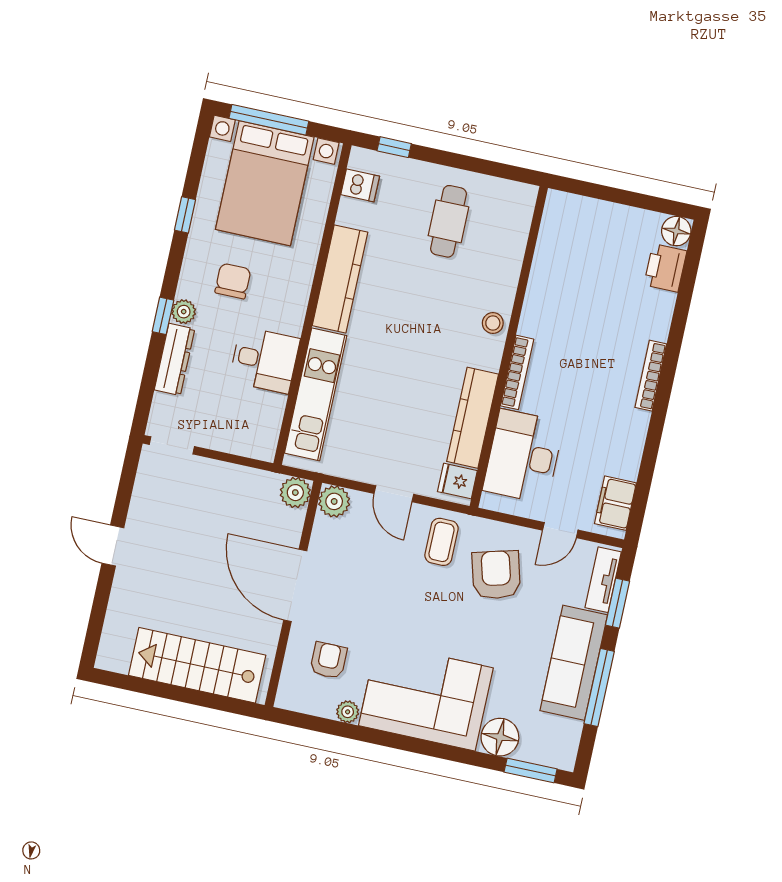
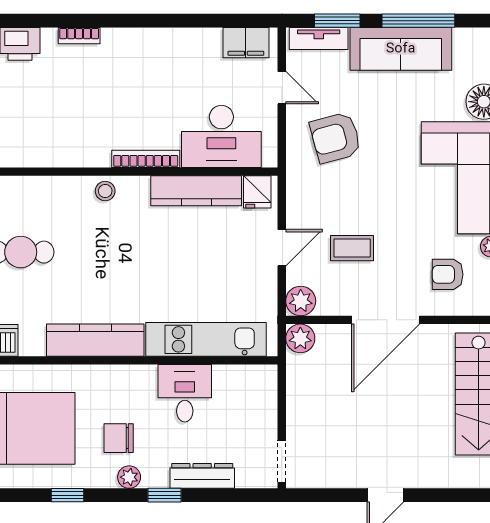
plant: (184, 312) -> (129, 477), moved
bookcase: (651, 376) -> (79, 36), moved, width x0.64
coffee table: (441, 542) -> (352, 248), moved

